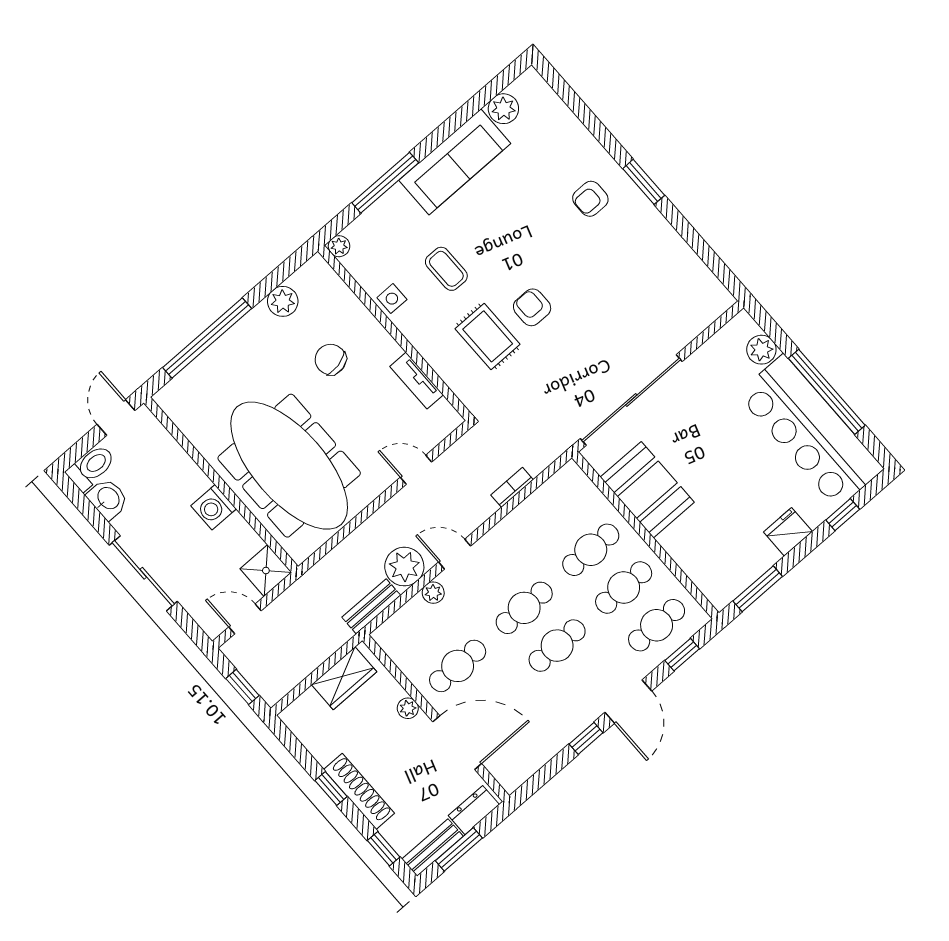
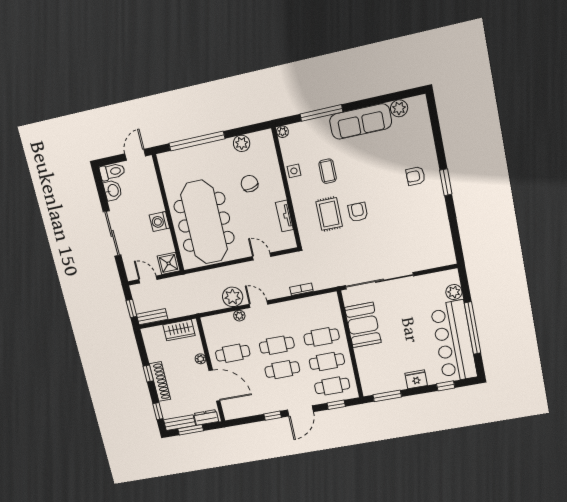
bench: (371, 606) -> (152, 317), moved

